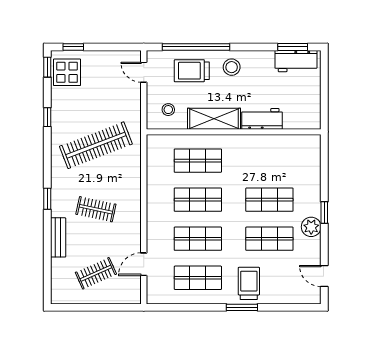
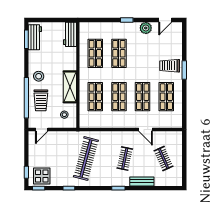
workbench: (262, 119) -> (70, 34), moved
clothes rail: (96, 145) -> (86, 159), turned 36
plant: (311, 227) -> (146, 28), moved
shop shelf: (269, 239) -> (95, 53), moved
door: (144, 264) -> (145, 129), moved

